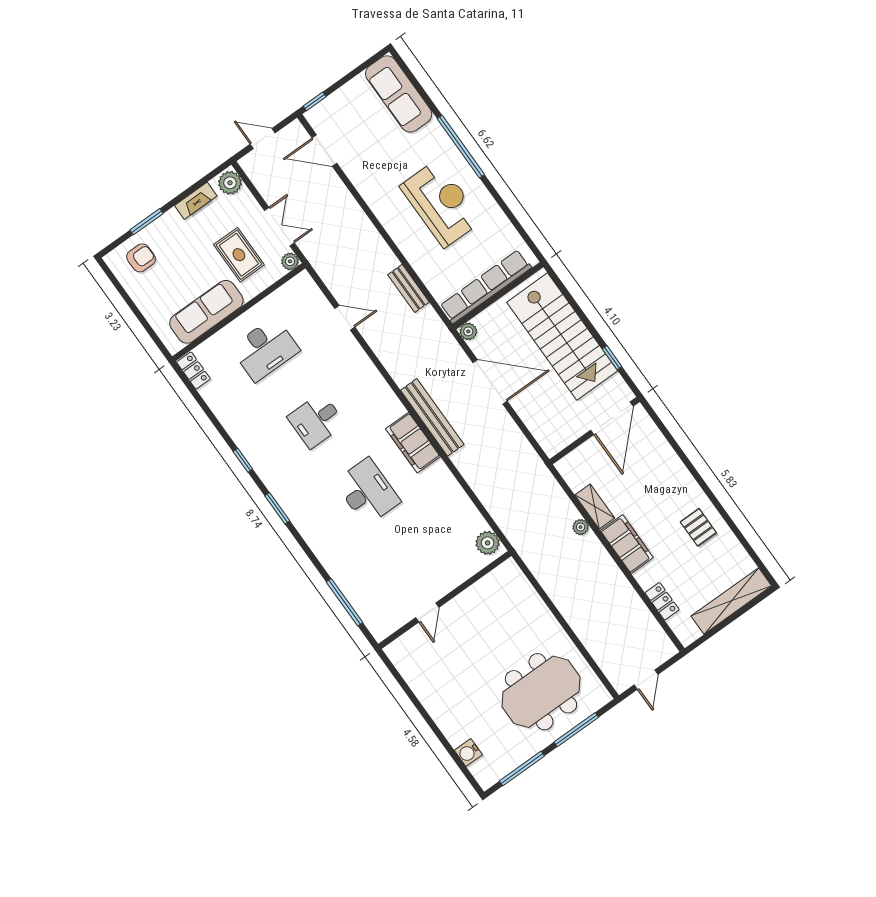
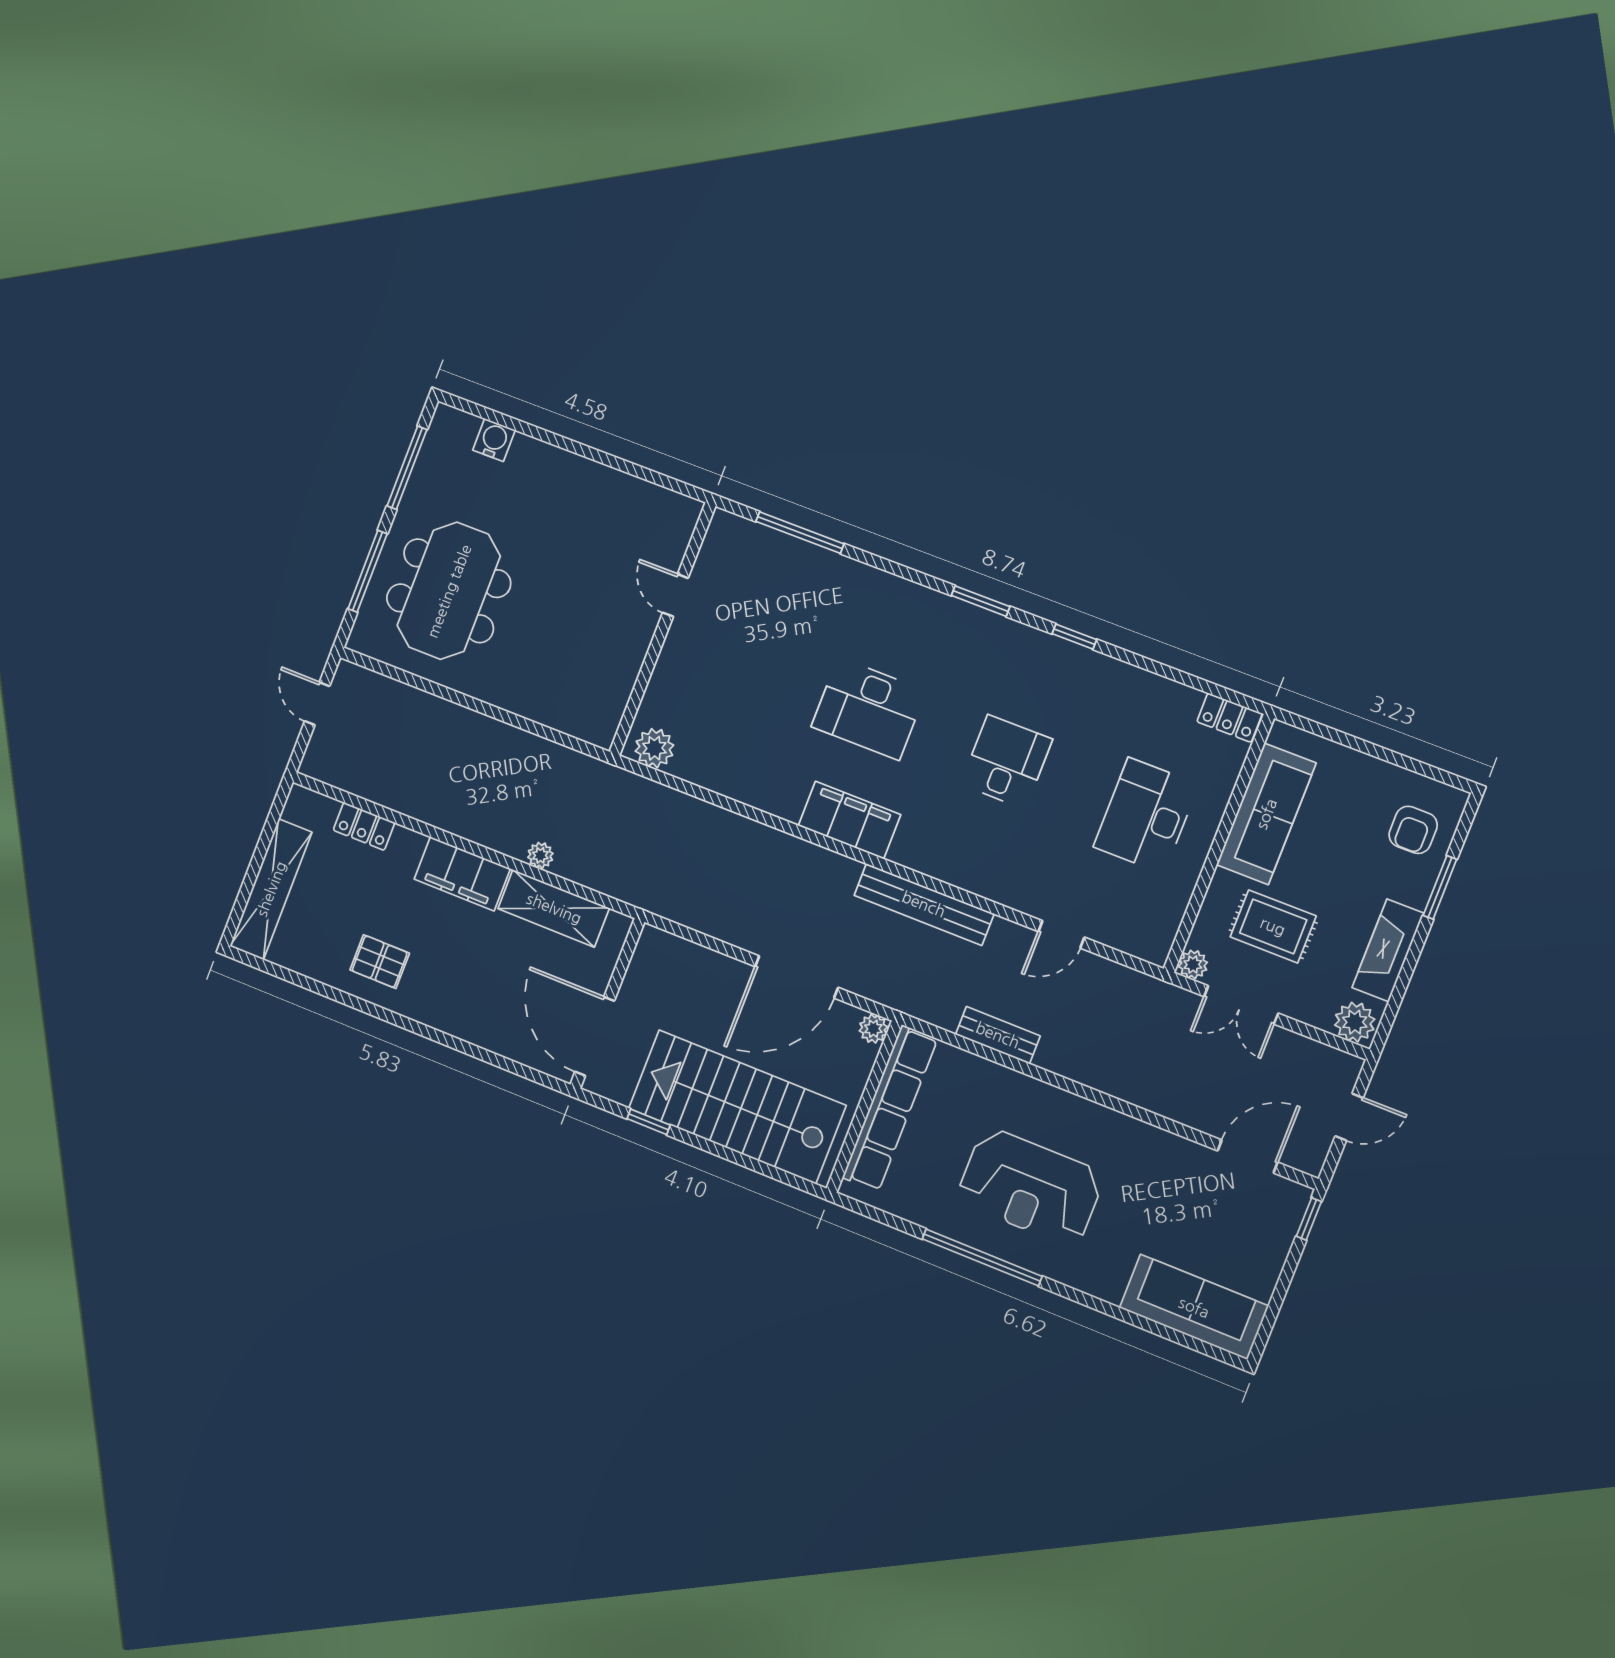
window: (461, 147) -> (982, 1258), moved
fireplace: (196, 201) -> (1388, 950), width x1.37, depth x1.32
bench: (432, 417) -> (924, 904), moved
shelving: (595, 506) -> (554, 908), width x1.50, depth x1.33

